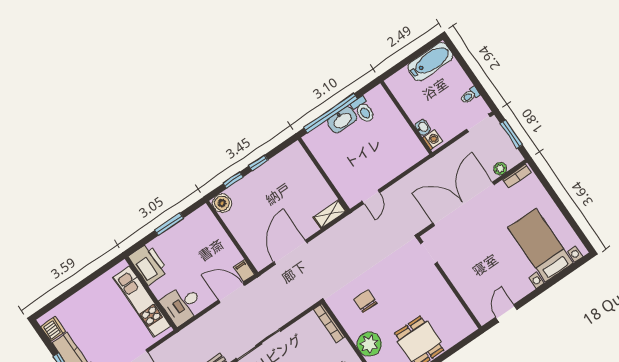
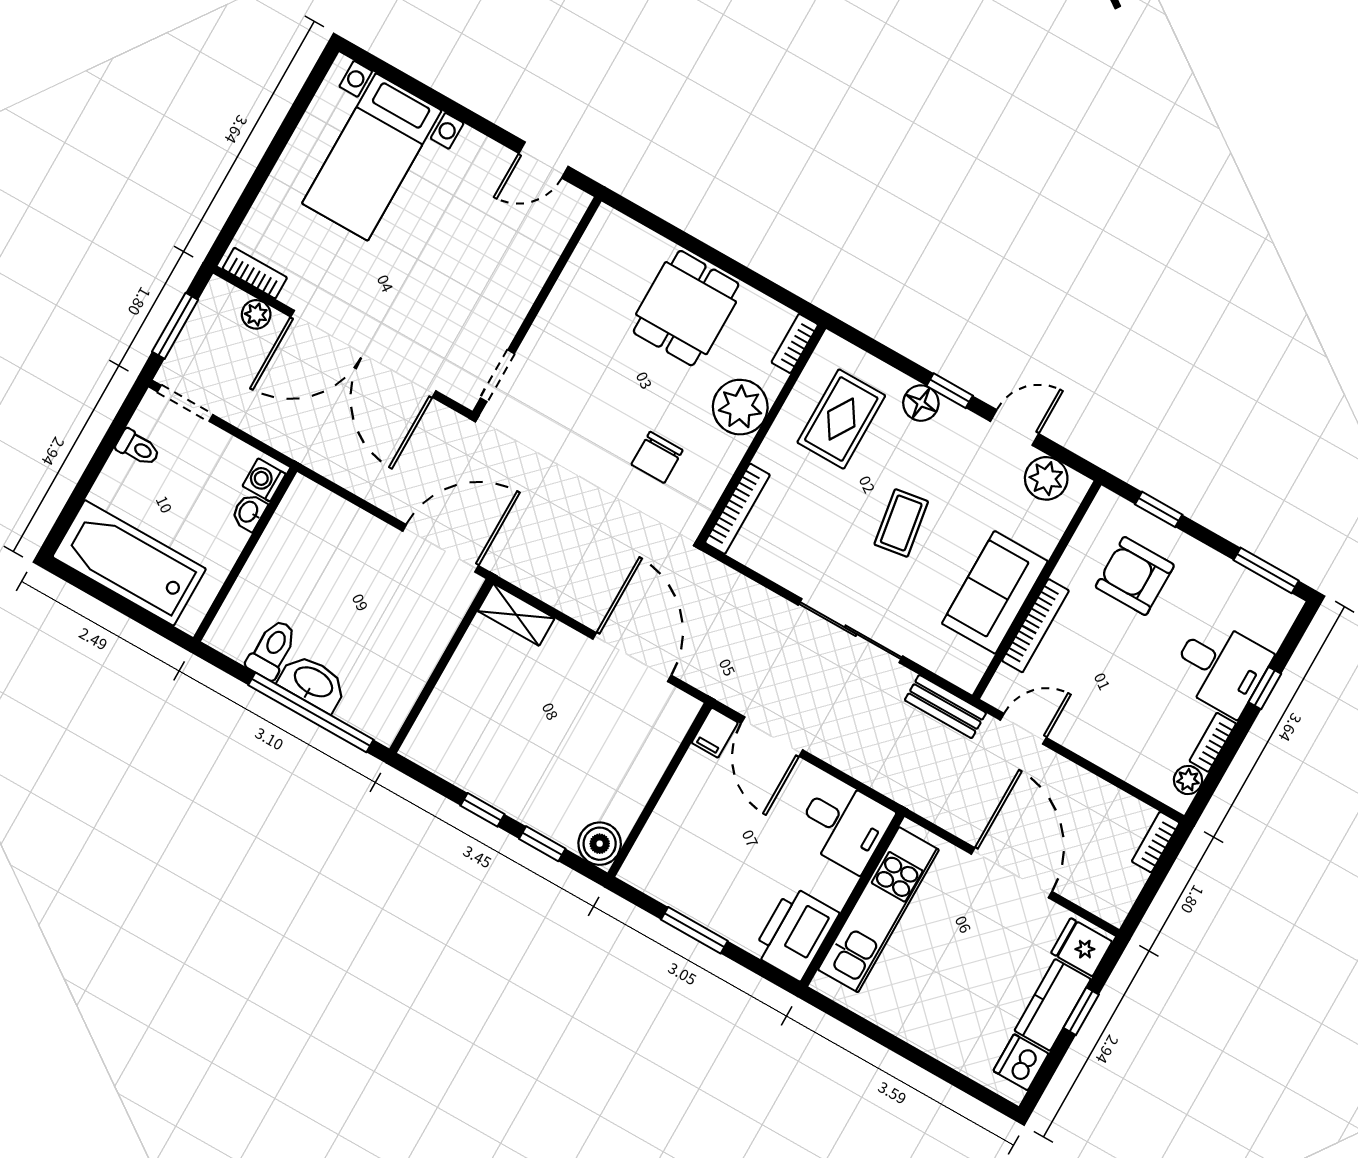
bathtub: (430, 62) -> (129, 563), width x1.36, depth x1.36
door: (371, 197) -> (440, 548), width x1.87
door: (290, 252) -> (632, 657), swing flipped

